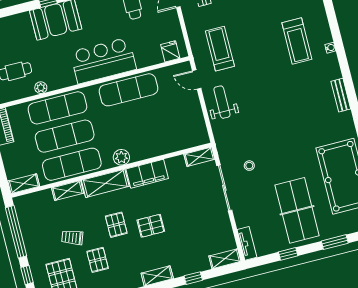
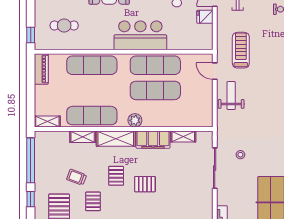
fridge: (170, 51) -> (205, 17), moved, turned -90
plant: (41, 88) -> (82, 45), removed
exercise mat: (65, 136) -> (155, 90), moved
shelving: (199, 157) -> (183, 137), moved

